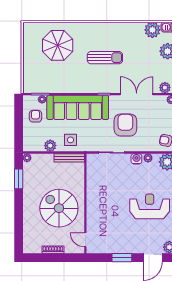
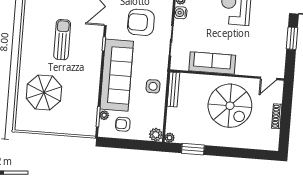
plant: (50, 146) -> (156, 135), moved
sofa: (95, 190) -> (212, 63), added
spiral stairs: (59, 208) -> (230, 106), turned -90

